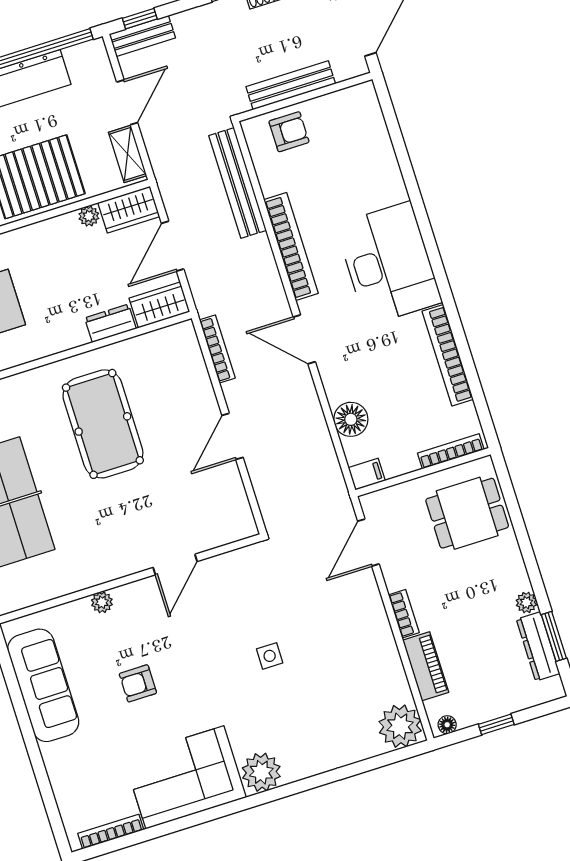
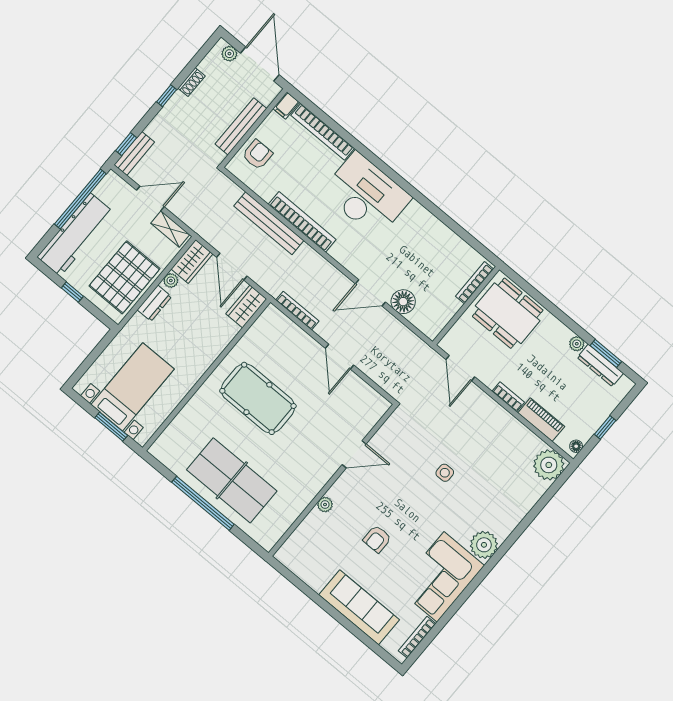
door: (127, 102) -> (150, 199), hinge flipped
bench: (238, 183) -> (269, 223), moved
dresser: (110, 323) -> (154, 303), moved, turned 180
door: (304, 339) -> (370, 293), moved
bookcase: (448, 355) -> (323, 132), moved
filing cabinet: (367, 474) -> (286, 106), moved, turned 180
dining table: (467, 513) -> (508, 313), width x1.37
door: (175, 564) -> (354, 454), hinge flipped
sofa: (43, 685) -> (359, 607), moved

